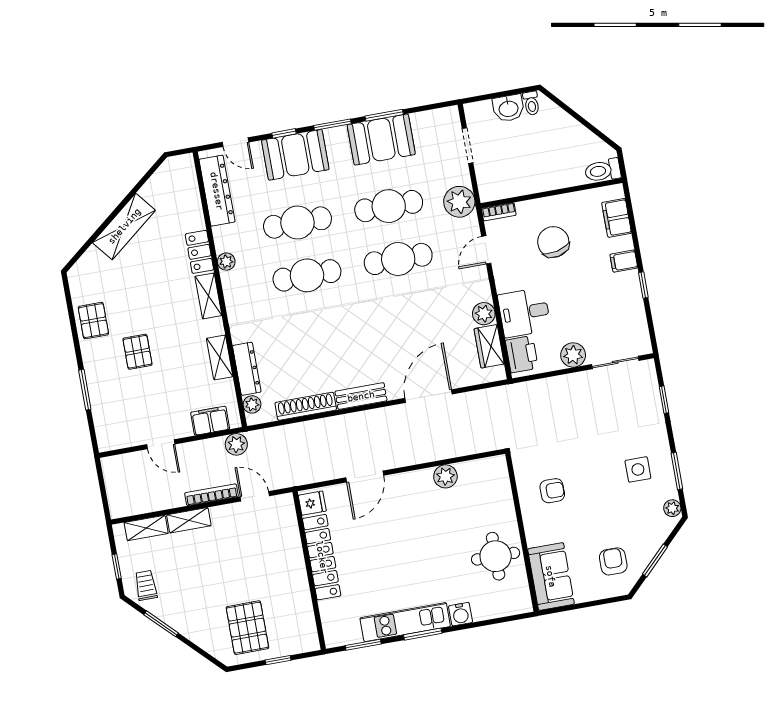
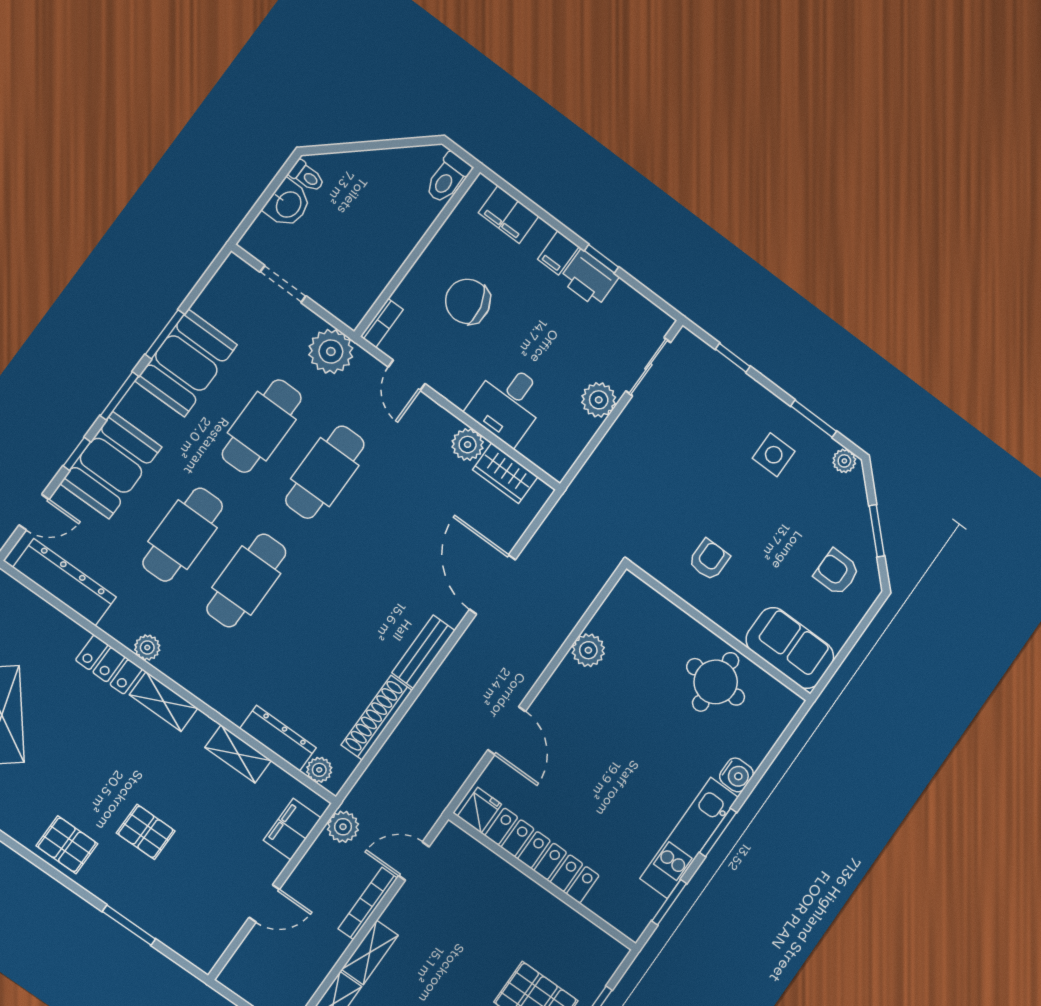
printer: (522, 354) -> (589, 278), moved, turned 180

